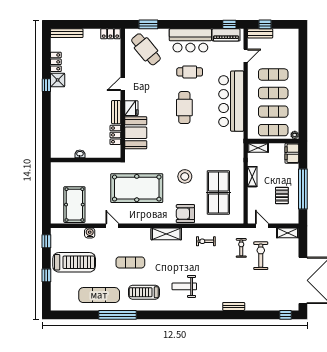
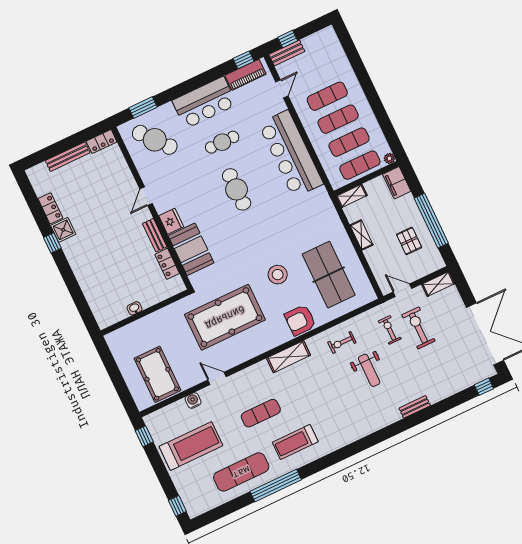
bench: (67, 33) -> (68, 157), moved
window: (46, 275) -> (177, 506), moved
weight bench: (184, 286) -> (369, 370), moved, turned -90

